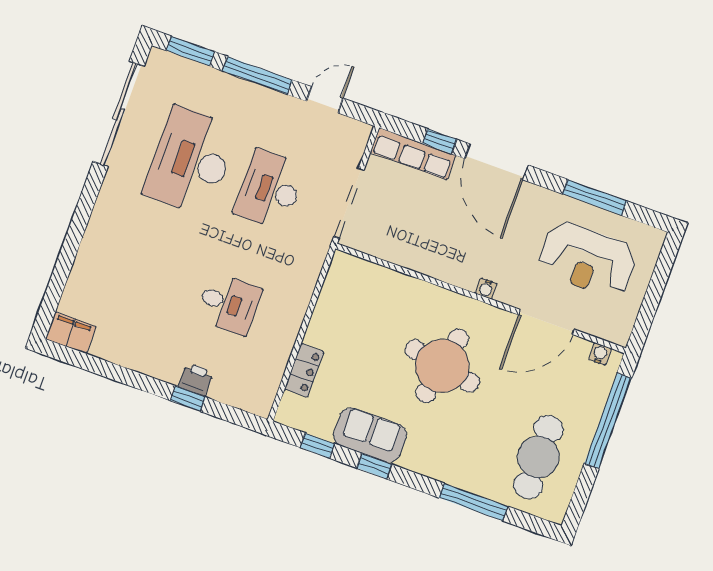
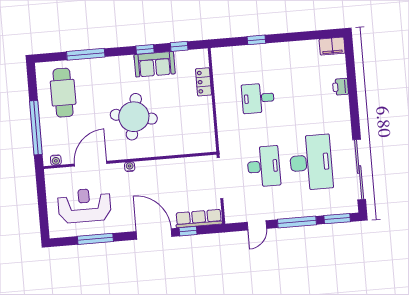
printer: (196, 380) -> (340, 87), moved, turned 90

